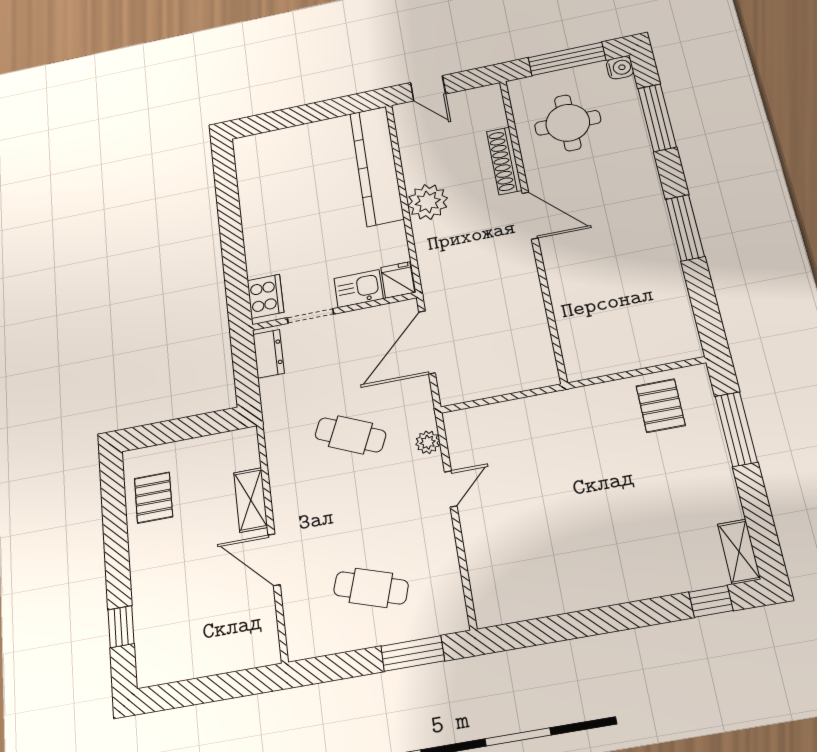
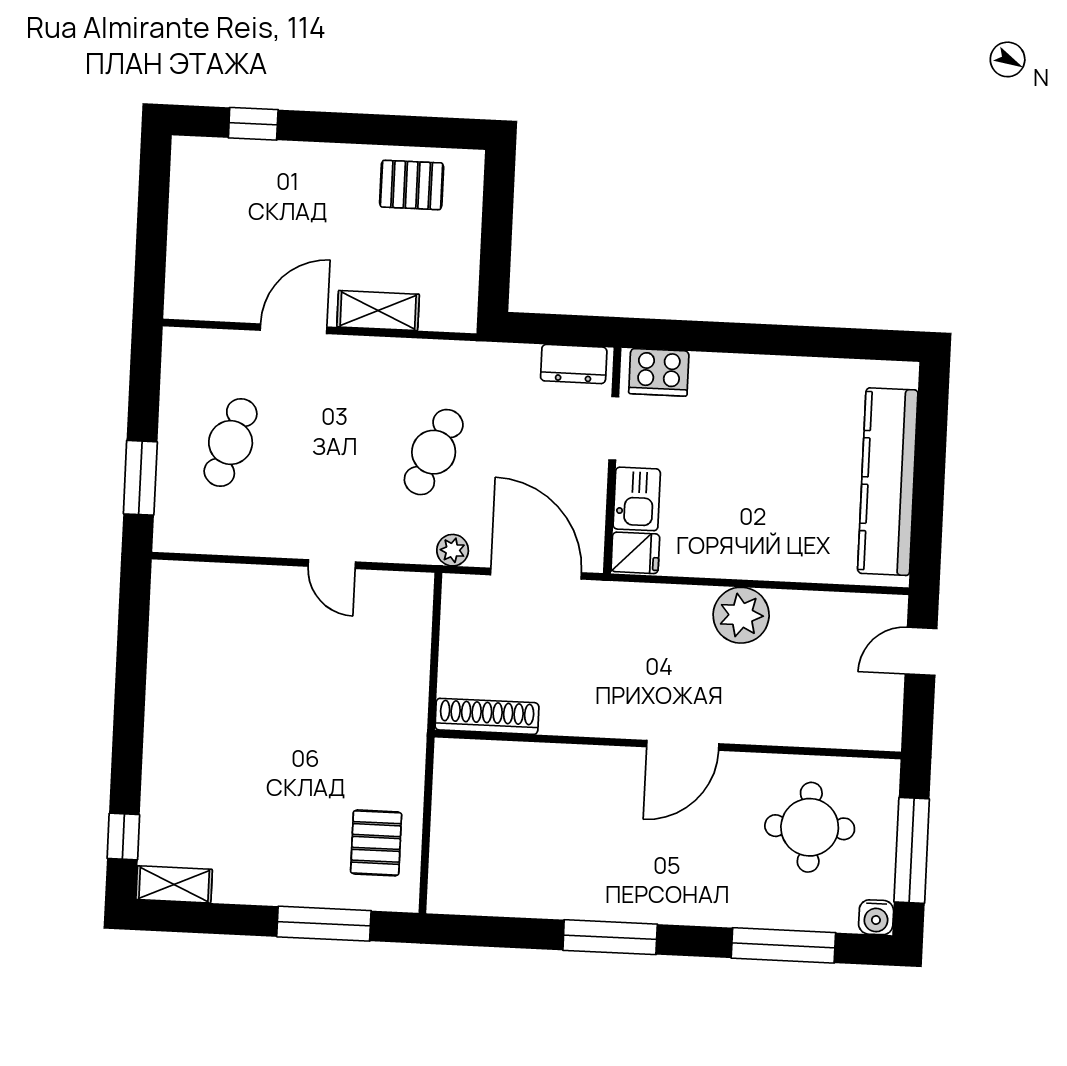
shoe rack: (504, 161) -> (487, 716), moved
kitchen counter: (377, 166) -> (888, 482), moved, turned -90
pallet: (661, 406) -> (376, 843), turned 90
plant: (428, 442) -> (453, 550), moved

